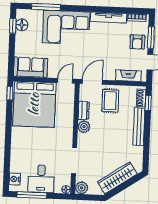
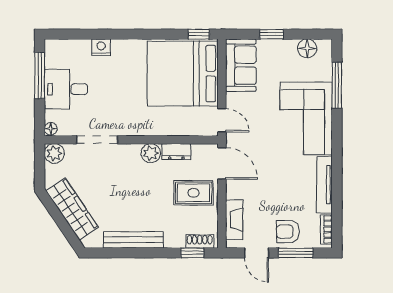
window: (13, 26) -> (272, 34), moved
bench: (139, 127) -> (133, 240), moved
nightstand: (15, 179) -> (101, 47), moved

